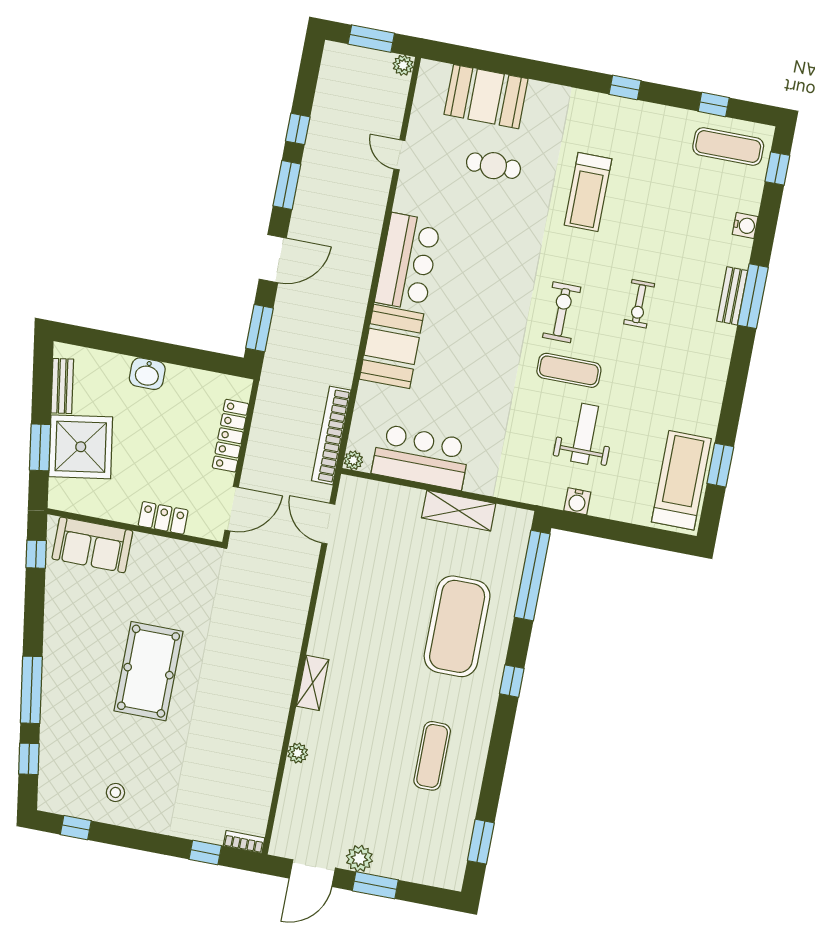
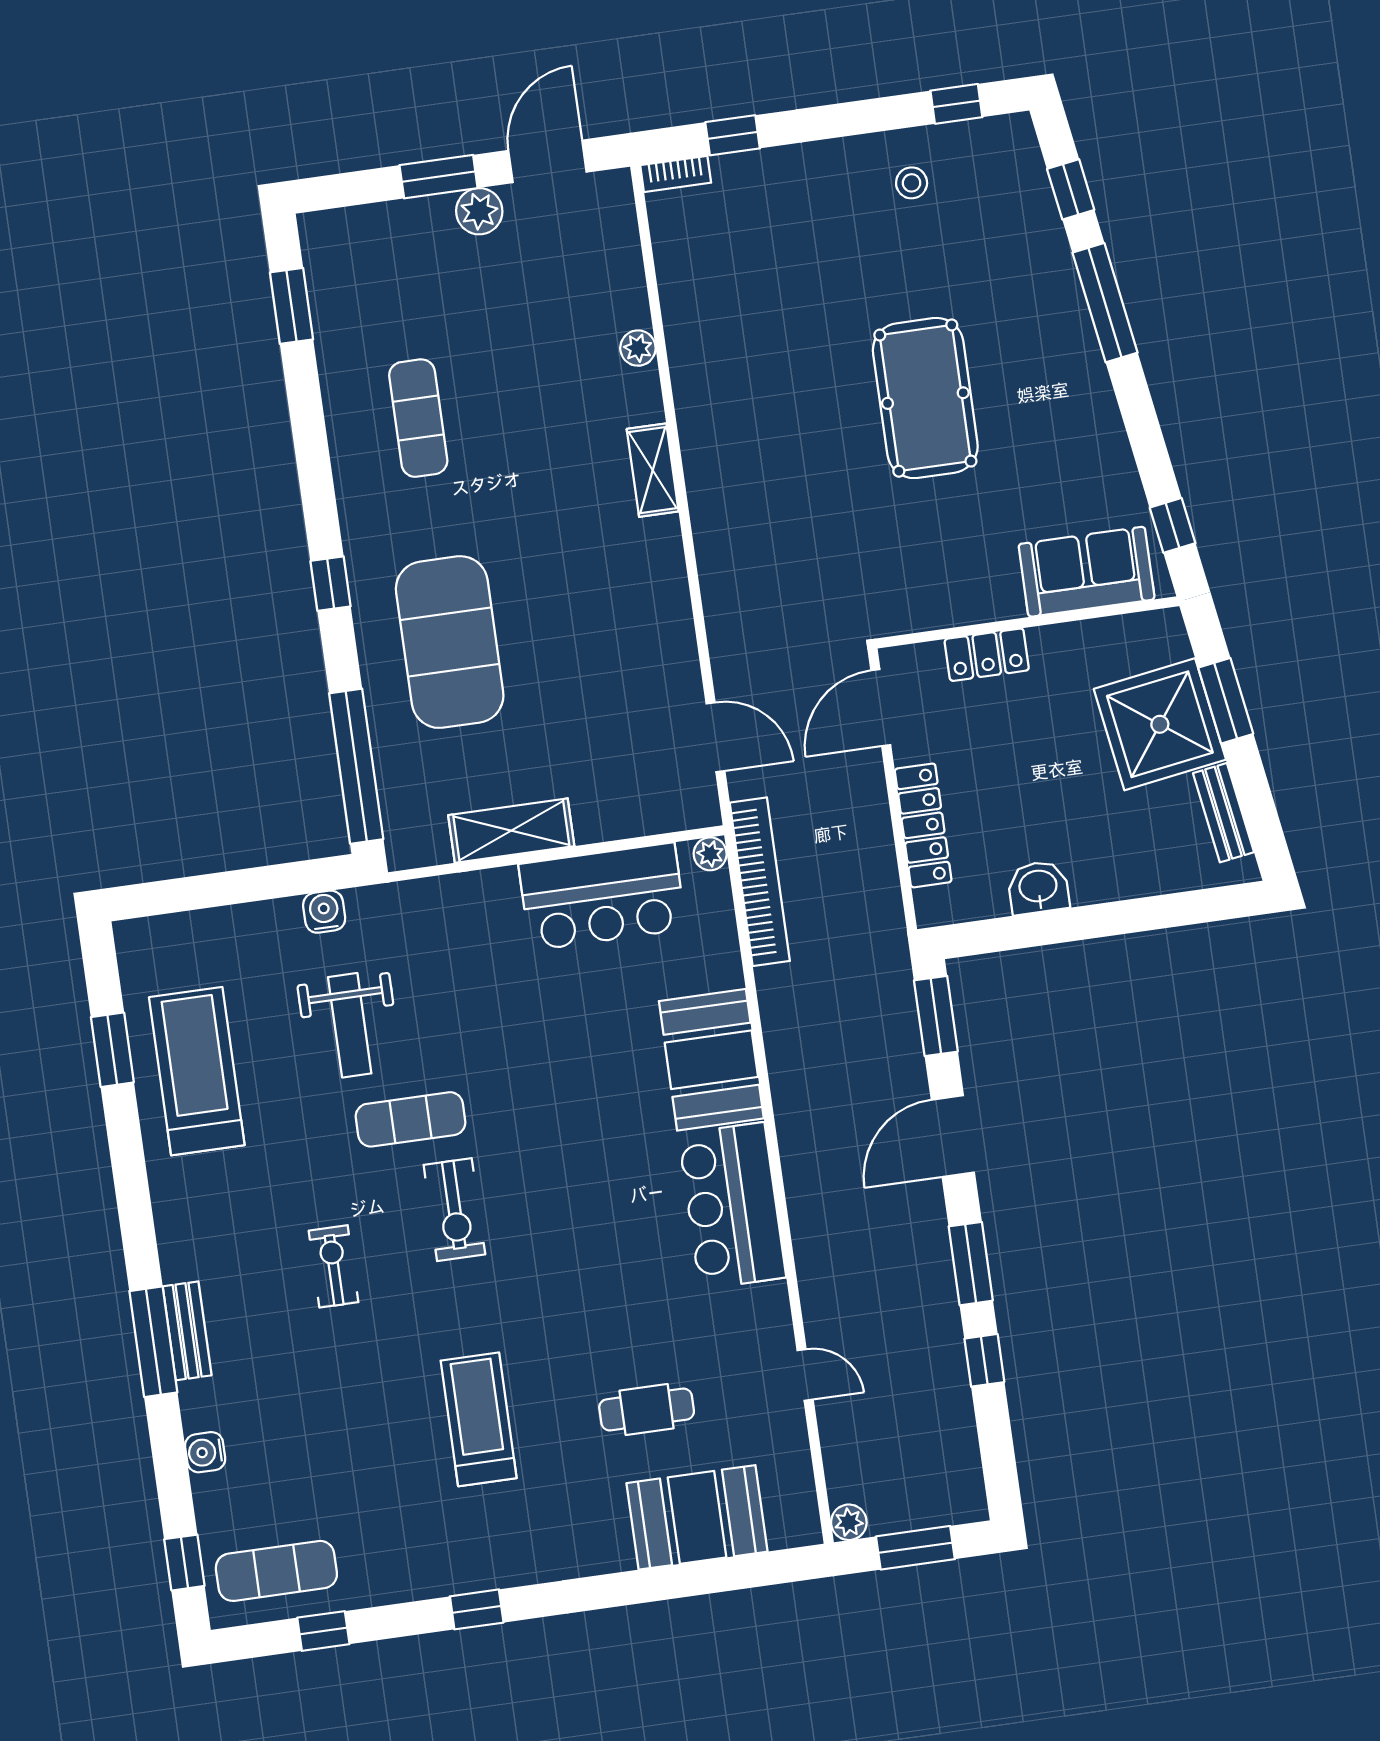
washbasin: (147, 374) -> (1038, 887), moved
treadmill: (681, 480) -> (197, 1071), moved, turned 180

